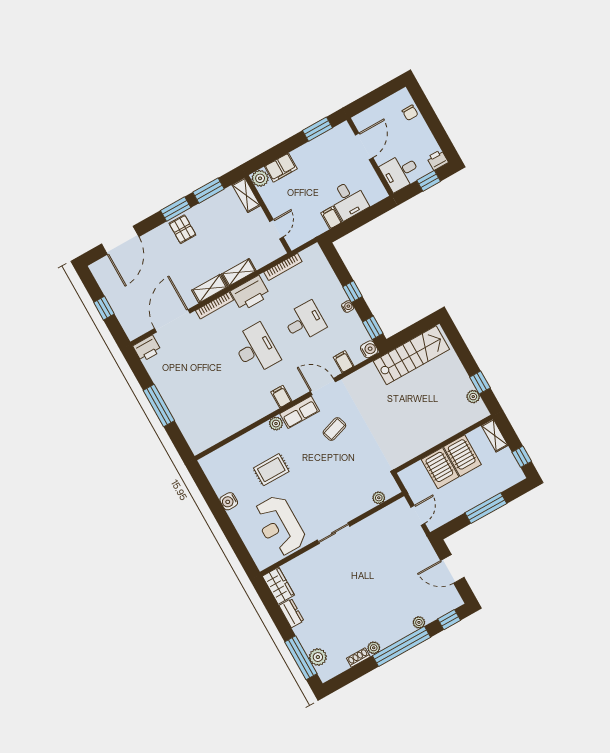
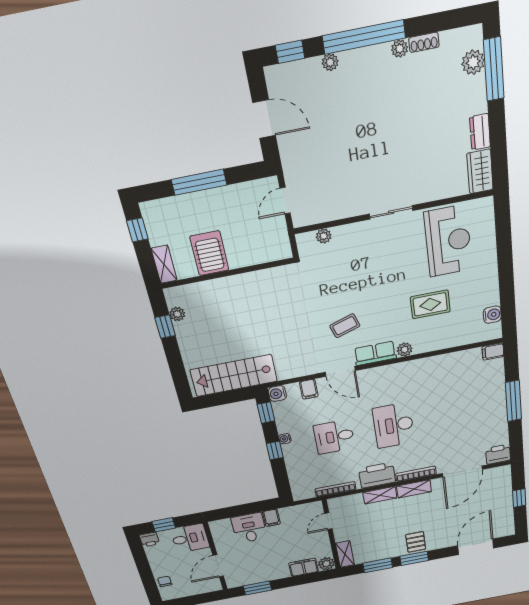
filing cabinet: (281, 397) -> (493, 351), moved, turned 90
server rack: (440, 468) -> (240, 247), removed
water cooler: (229, 501) -> (492, 315), moved

